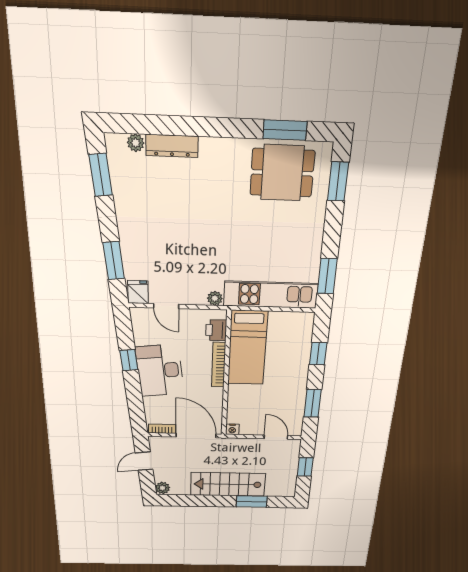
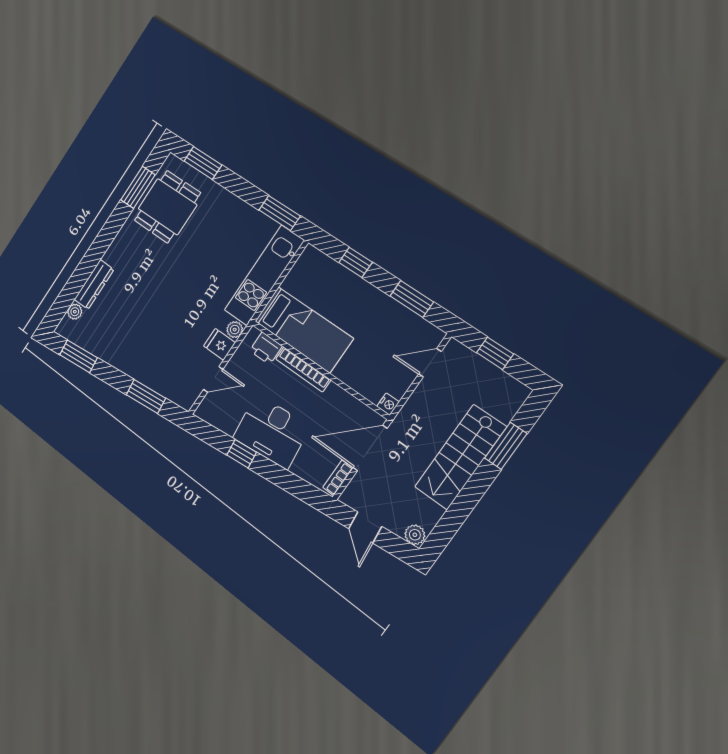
fridge: (138, 292) -> (219, 344), moved

